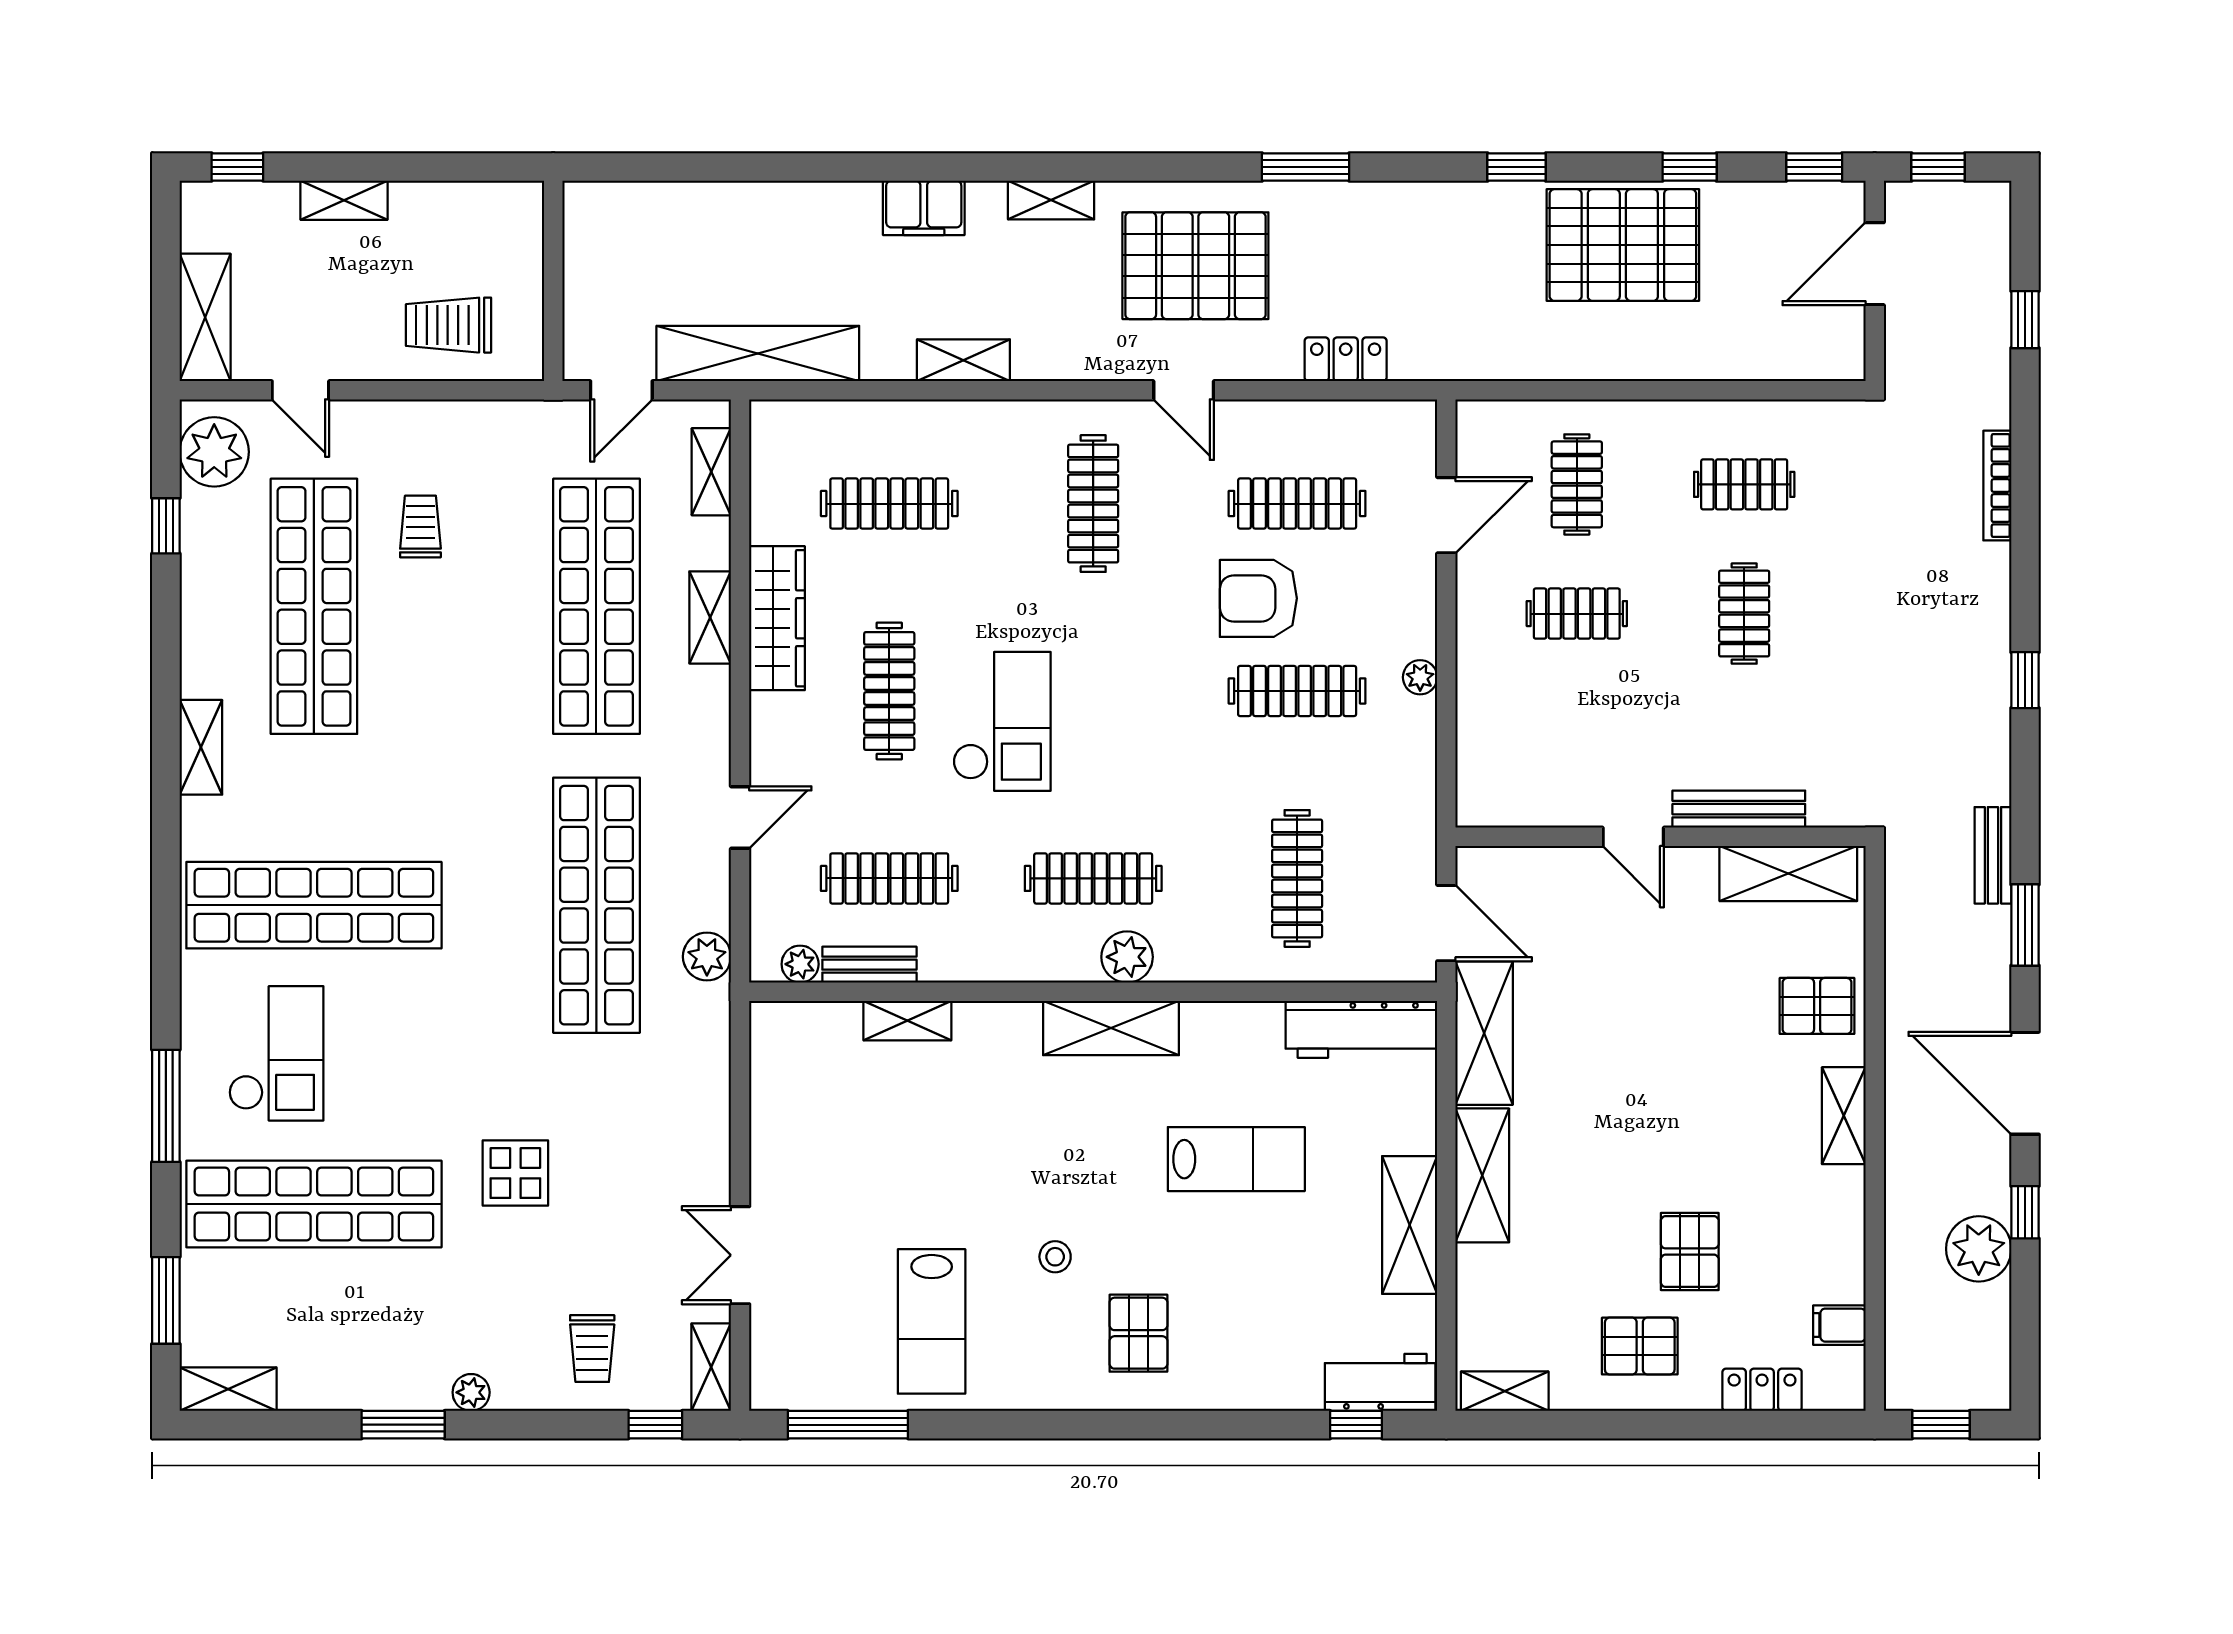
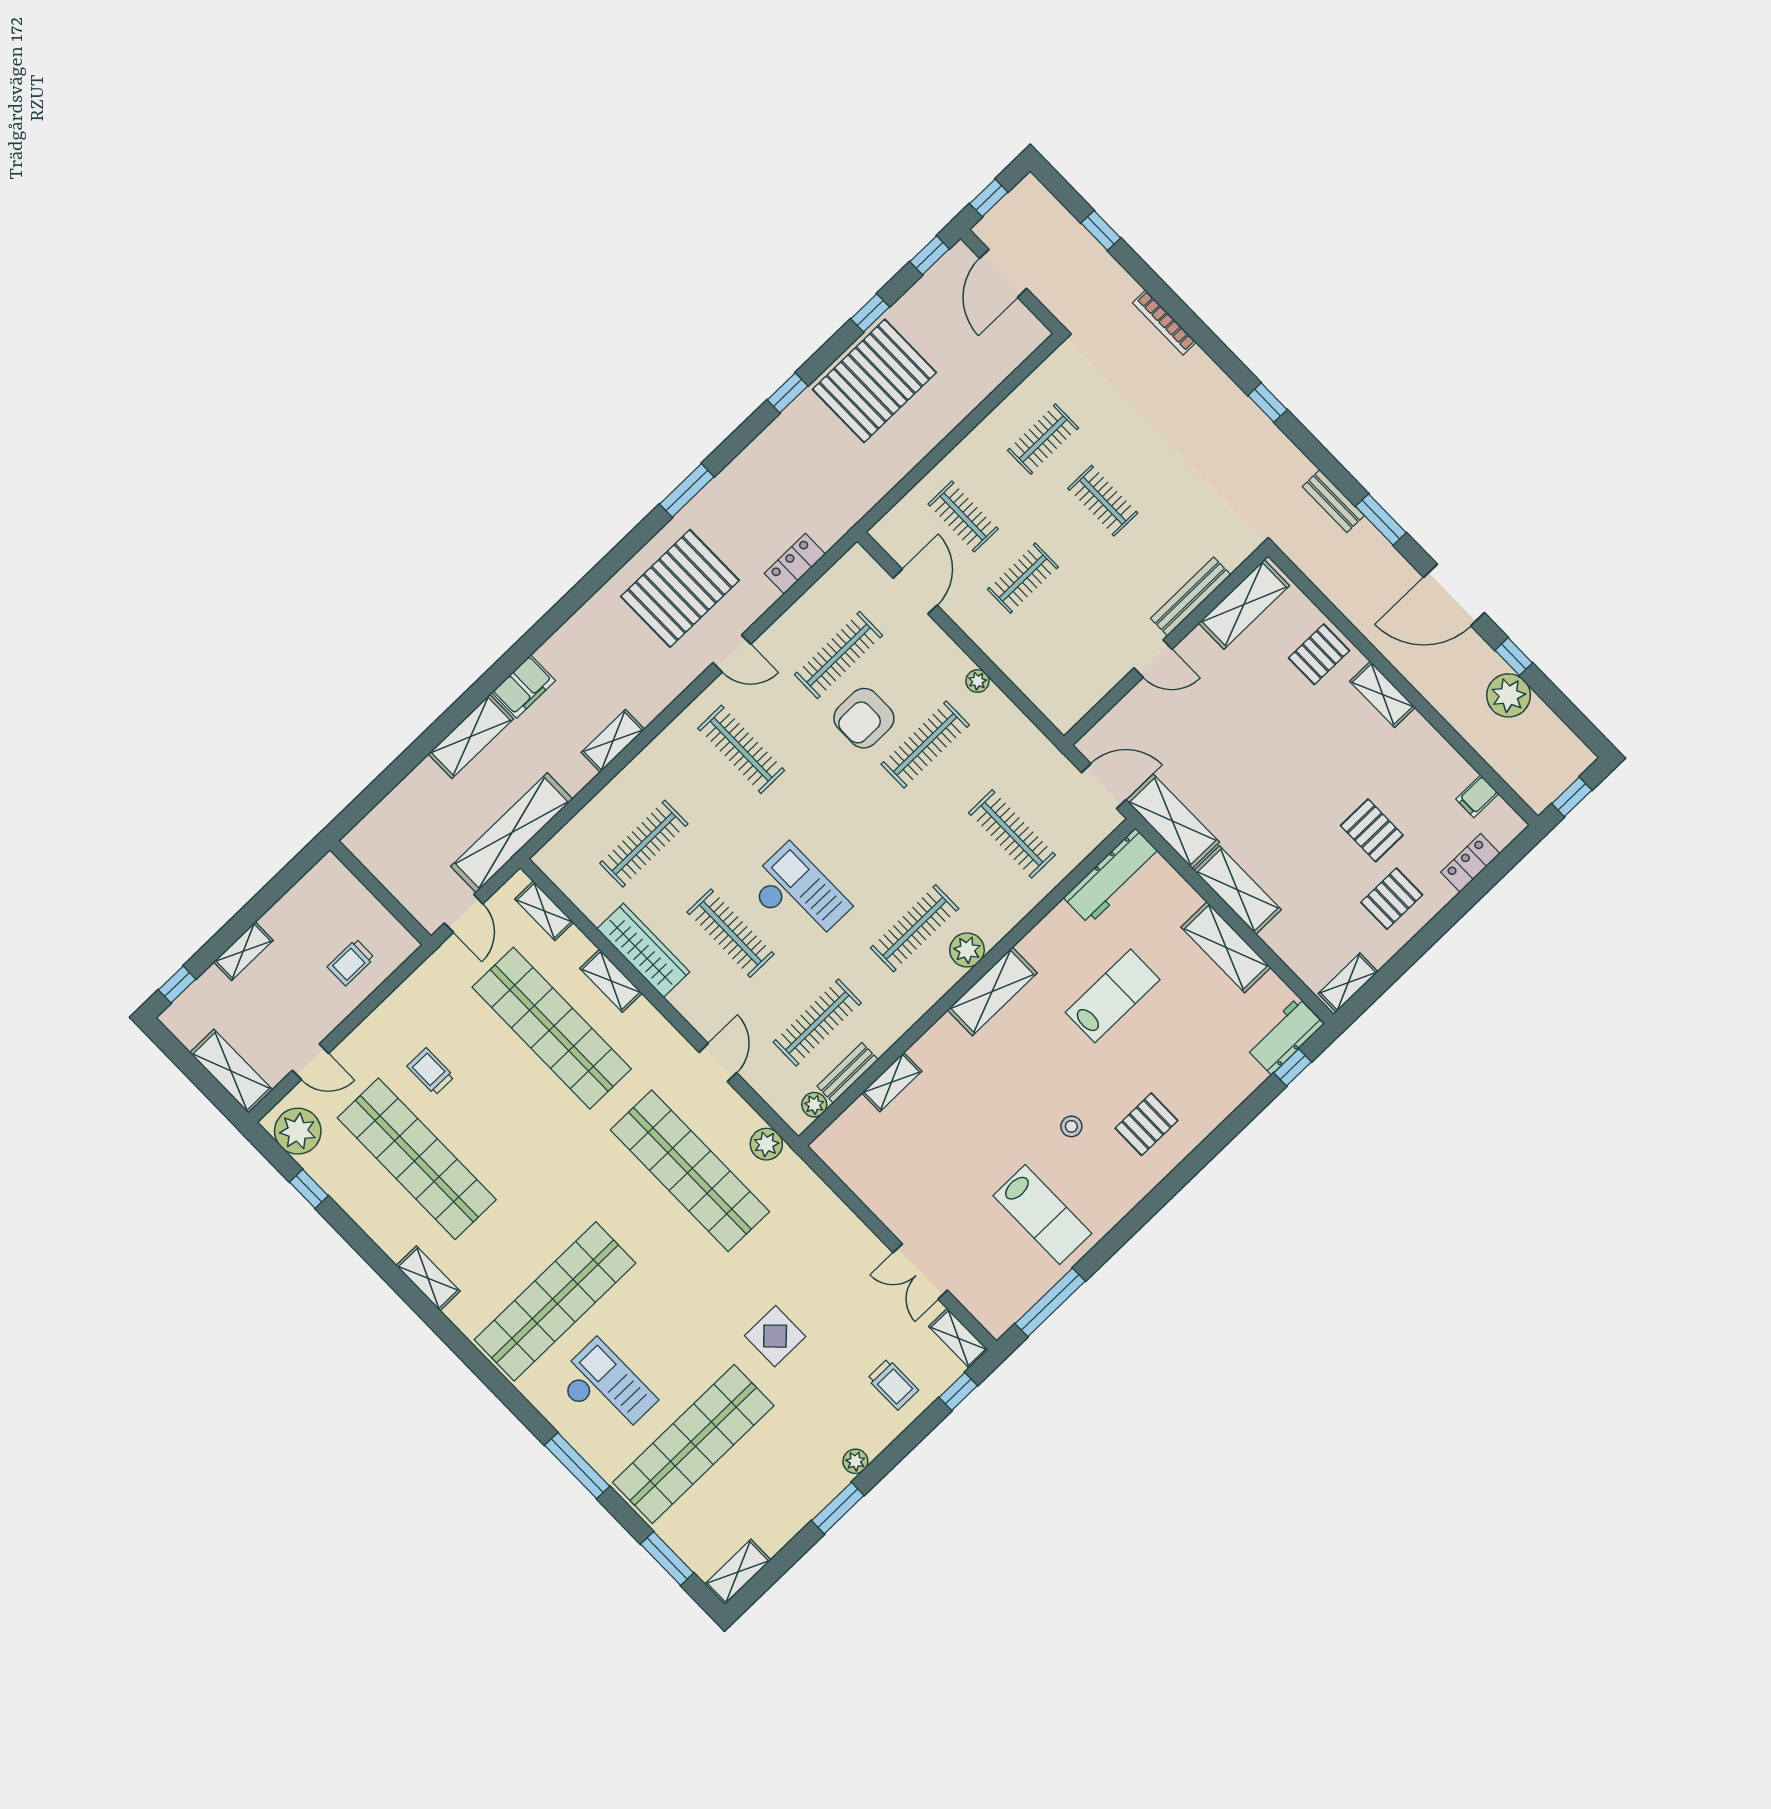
shelving: (1051, 200) -> (471, 736), moved, width x1.50, depth x1.33
trolley: (448, 325) -> (351, 962), width x0.73, depth x0.72
pallet: (1138, 1333) -> (1146, 1124), turned 90

